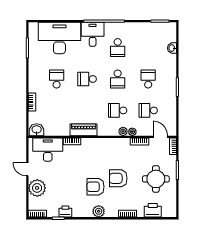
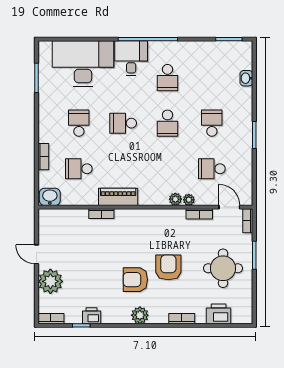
school desk: (118, 110) -> (79, 169), moved
desk: (48, 150) -> (66, 226), removed
armchair: (118, 178) -> (168, 267), turned 90

